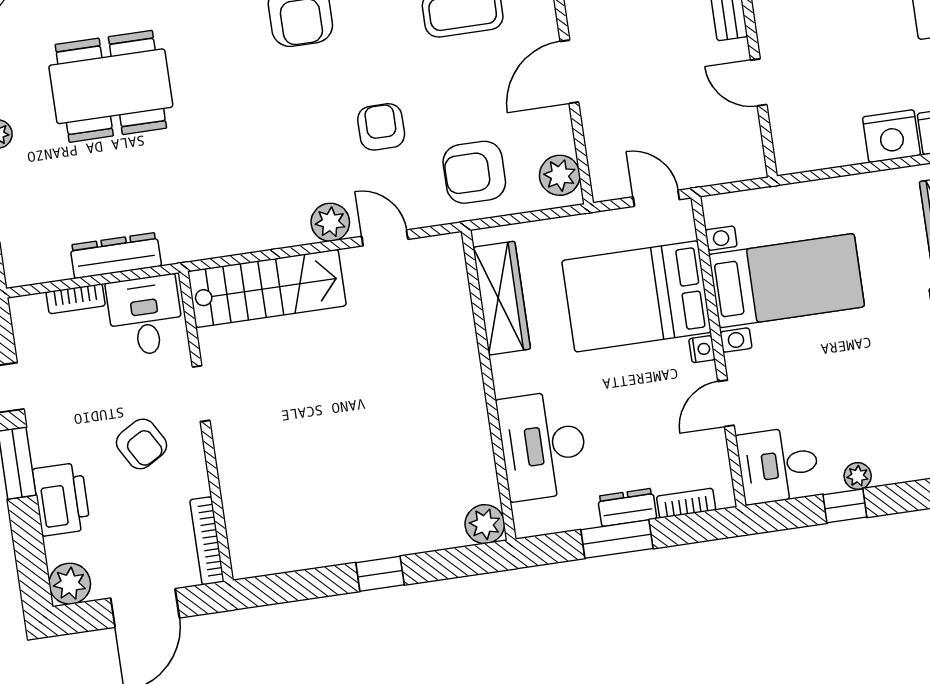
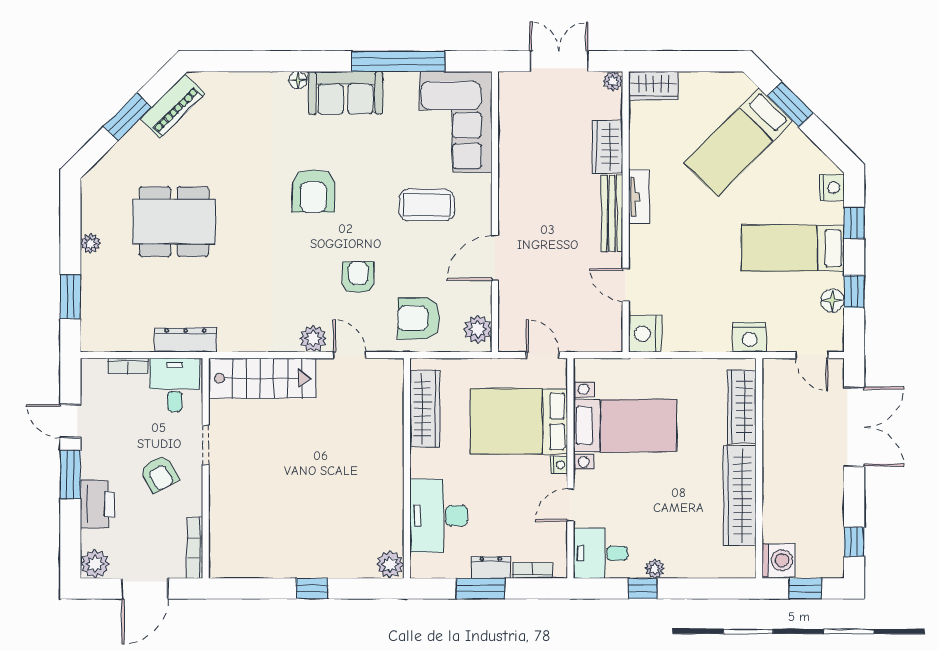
nightstand: (891, 136) -> (645, 334), moved, turned 90
dresser: (116, 255) -> (186, 340), moved

